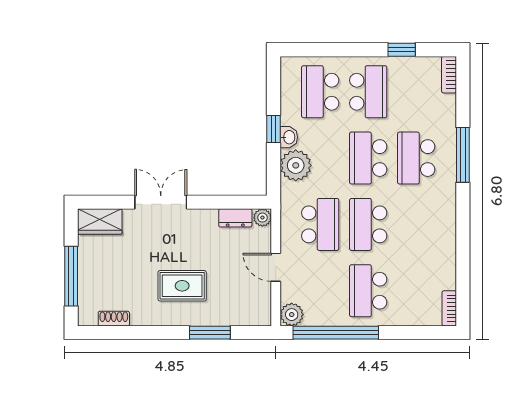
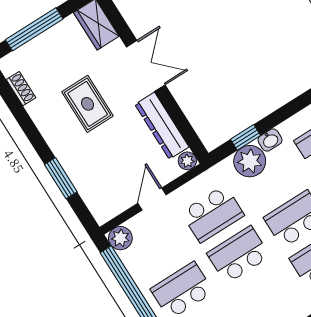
window: (274, 129) -> (245, 137), moved
dresser: (235, 218) -> (162, 126), width x1.96, depth x1.24
rug: (182, 286) -> (88, 104), moved

